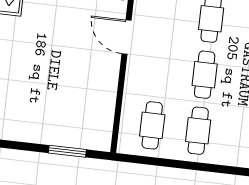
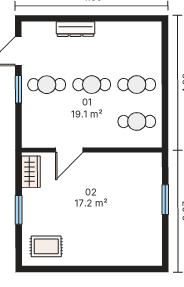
window: (67, 151) -> (165, 200), moved

